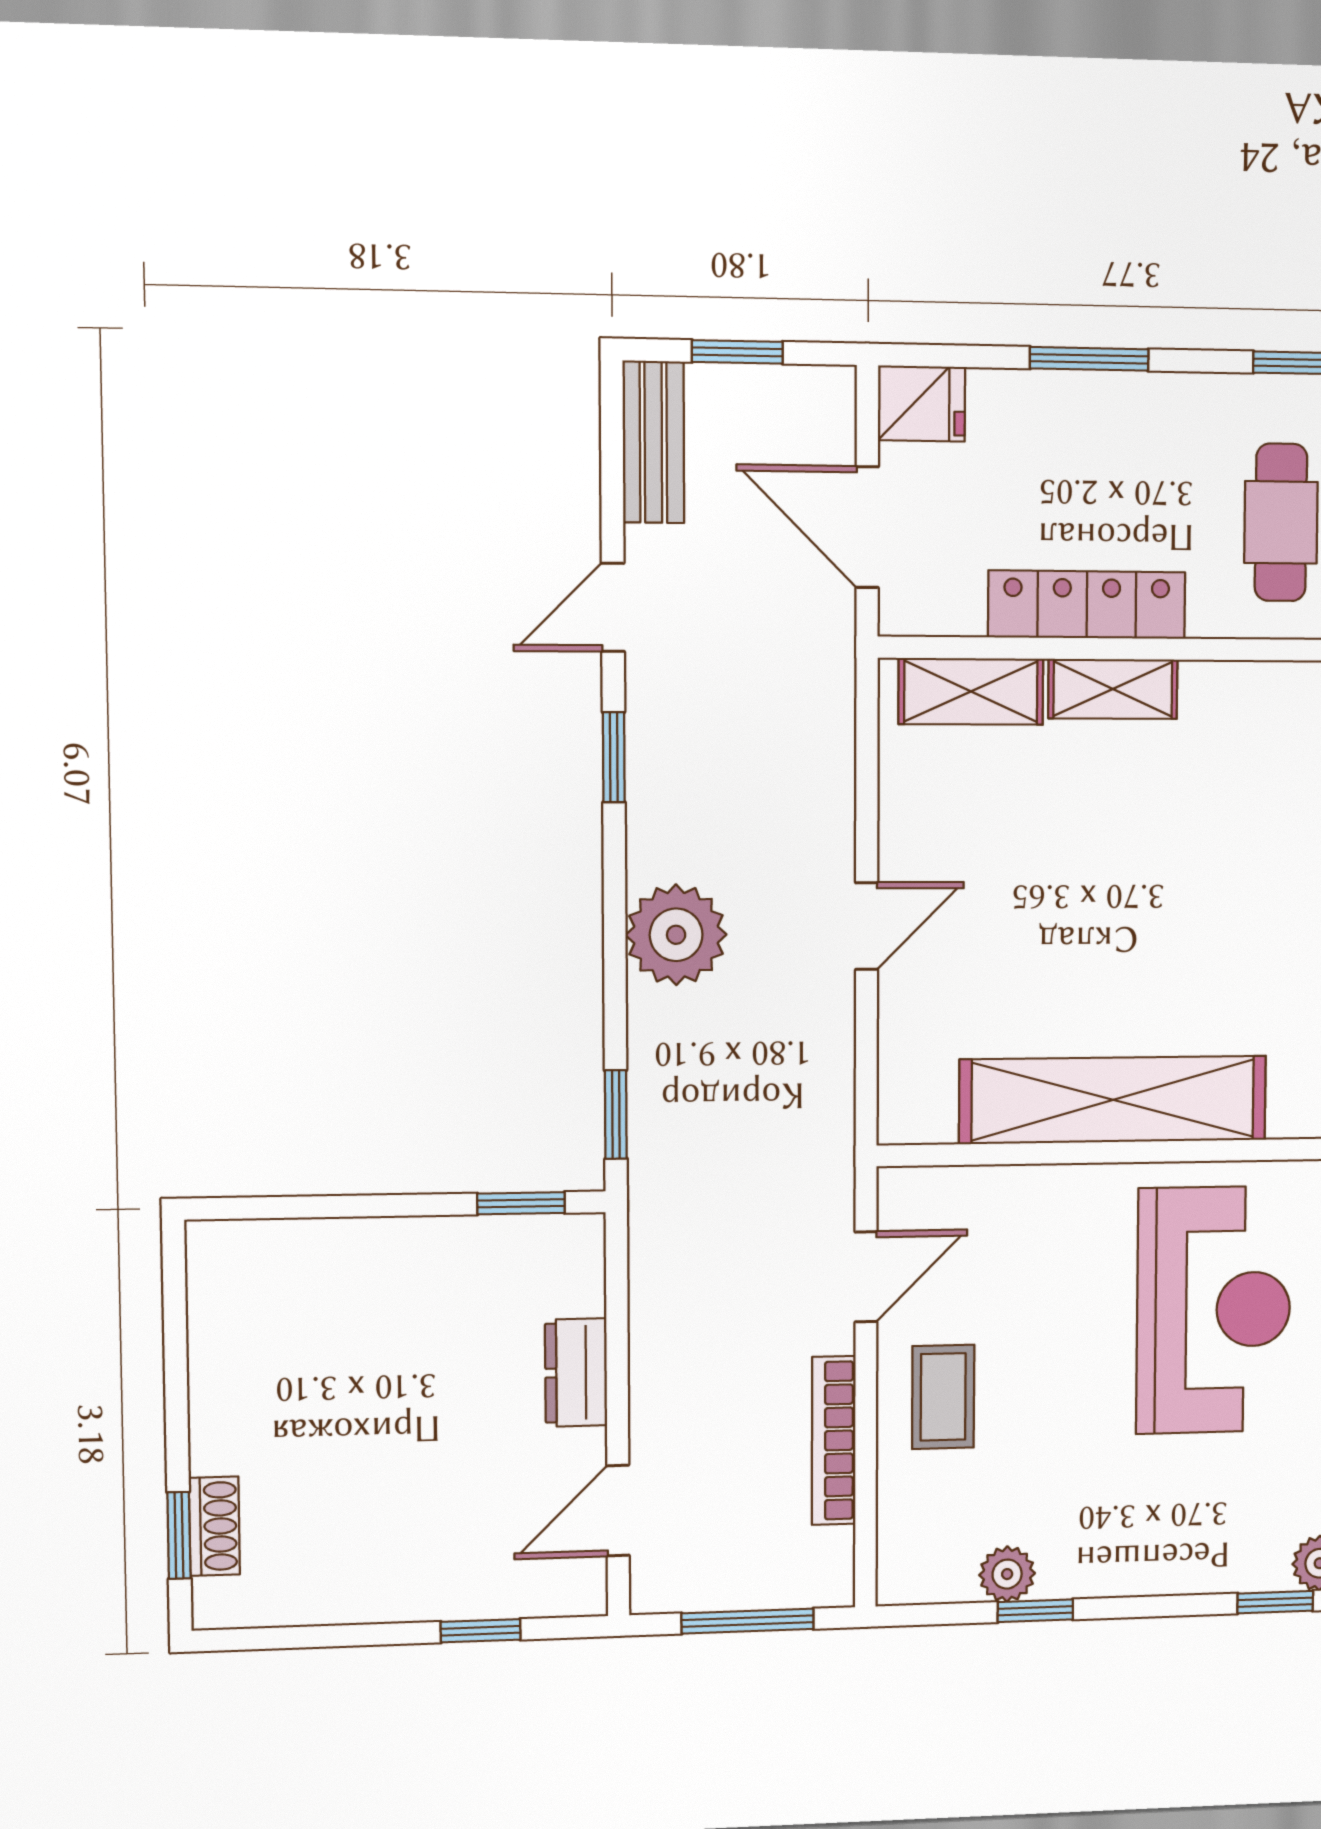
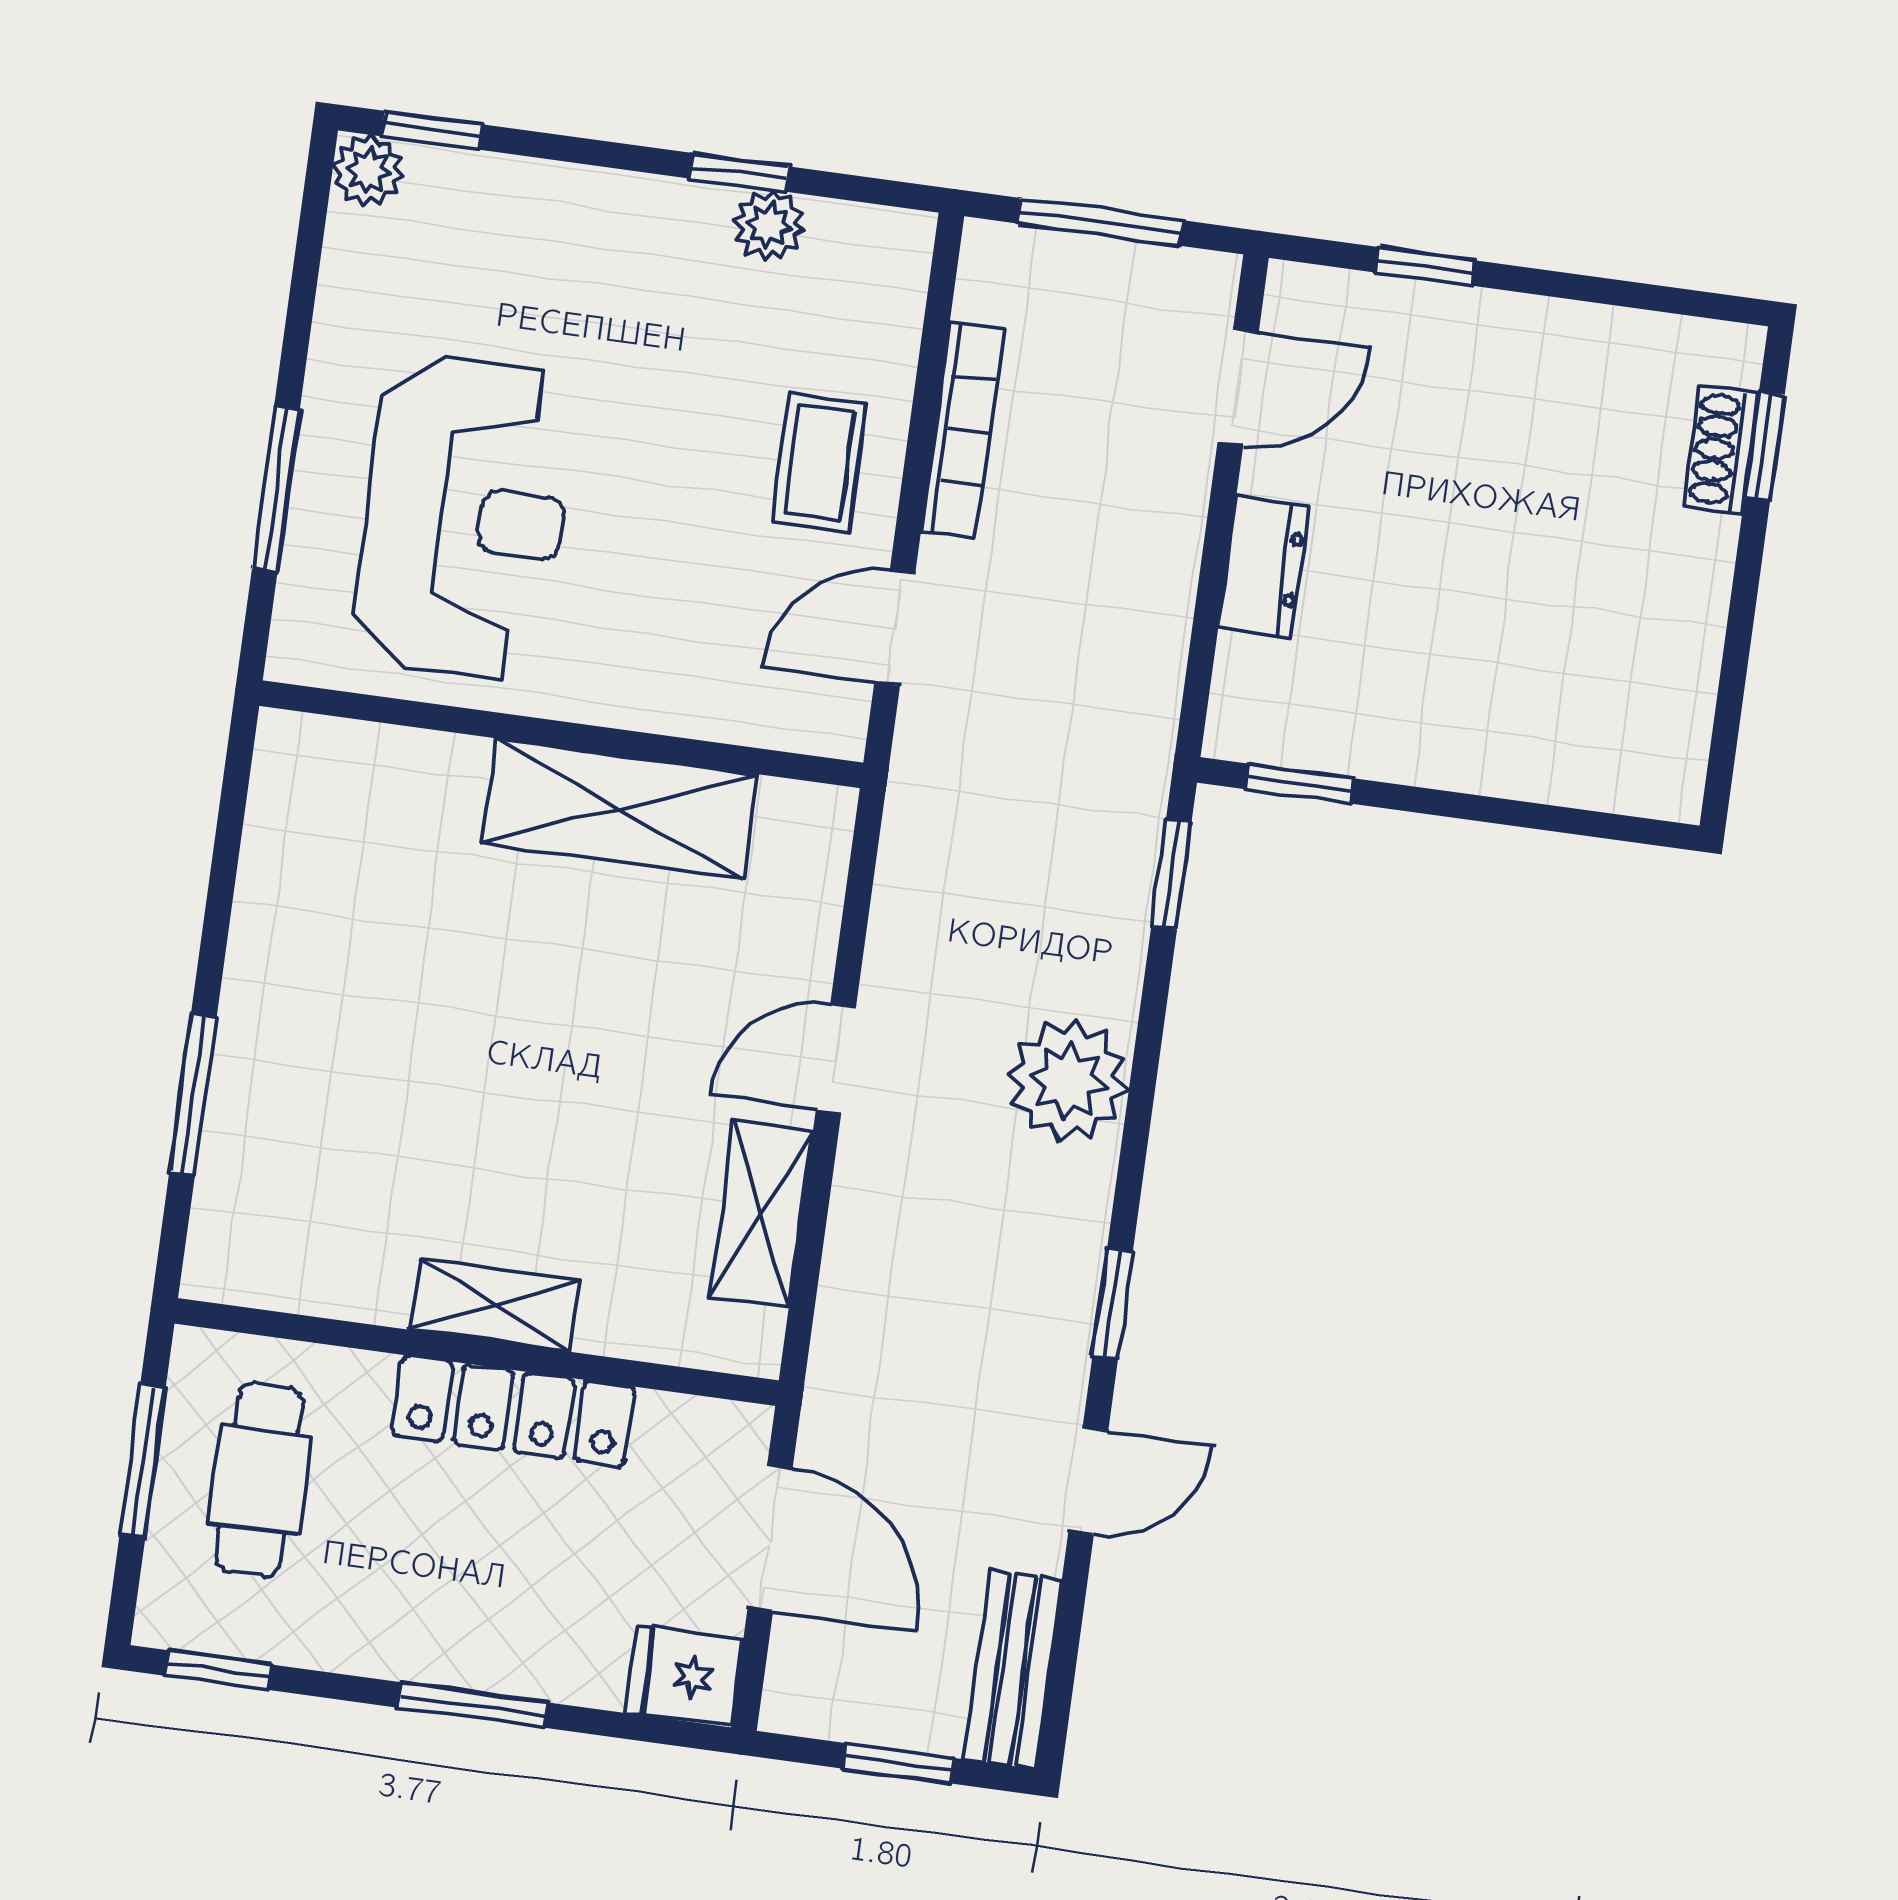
shelving: (971, 691) -> (761, 1214), moved, turned 90
shelving: (1113, 1100) -> (620, 809), width x0.68
reception desk: (1214, 1310) -> (465, 517), turned 180

